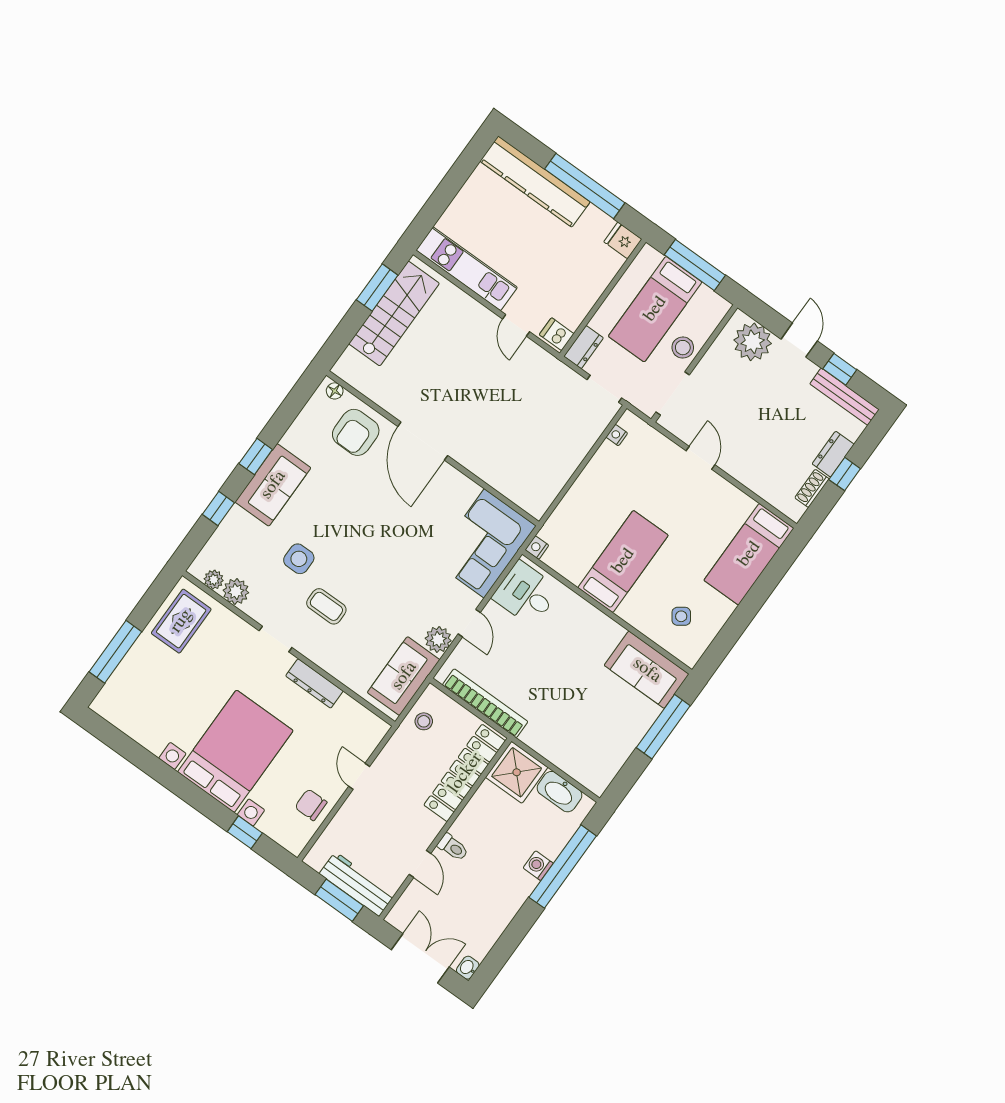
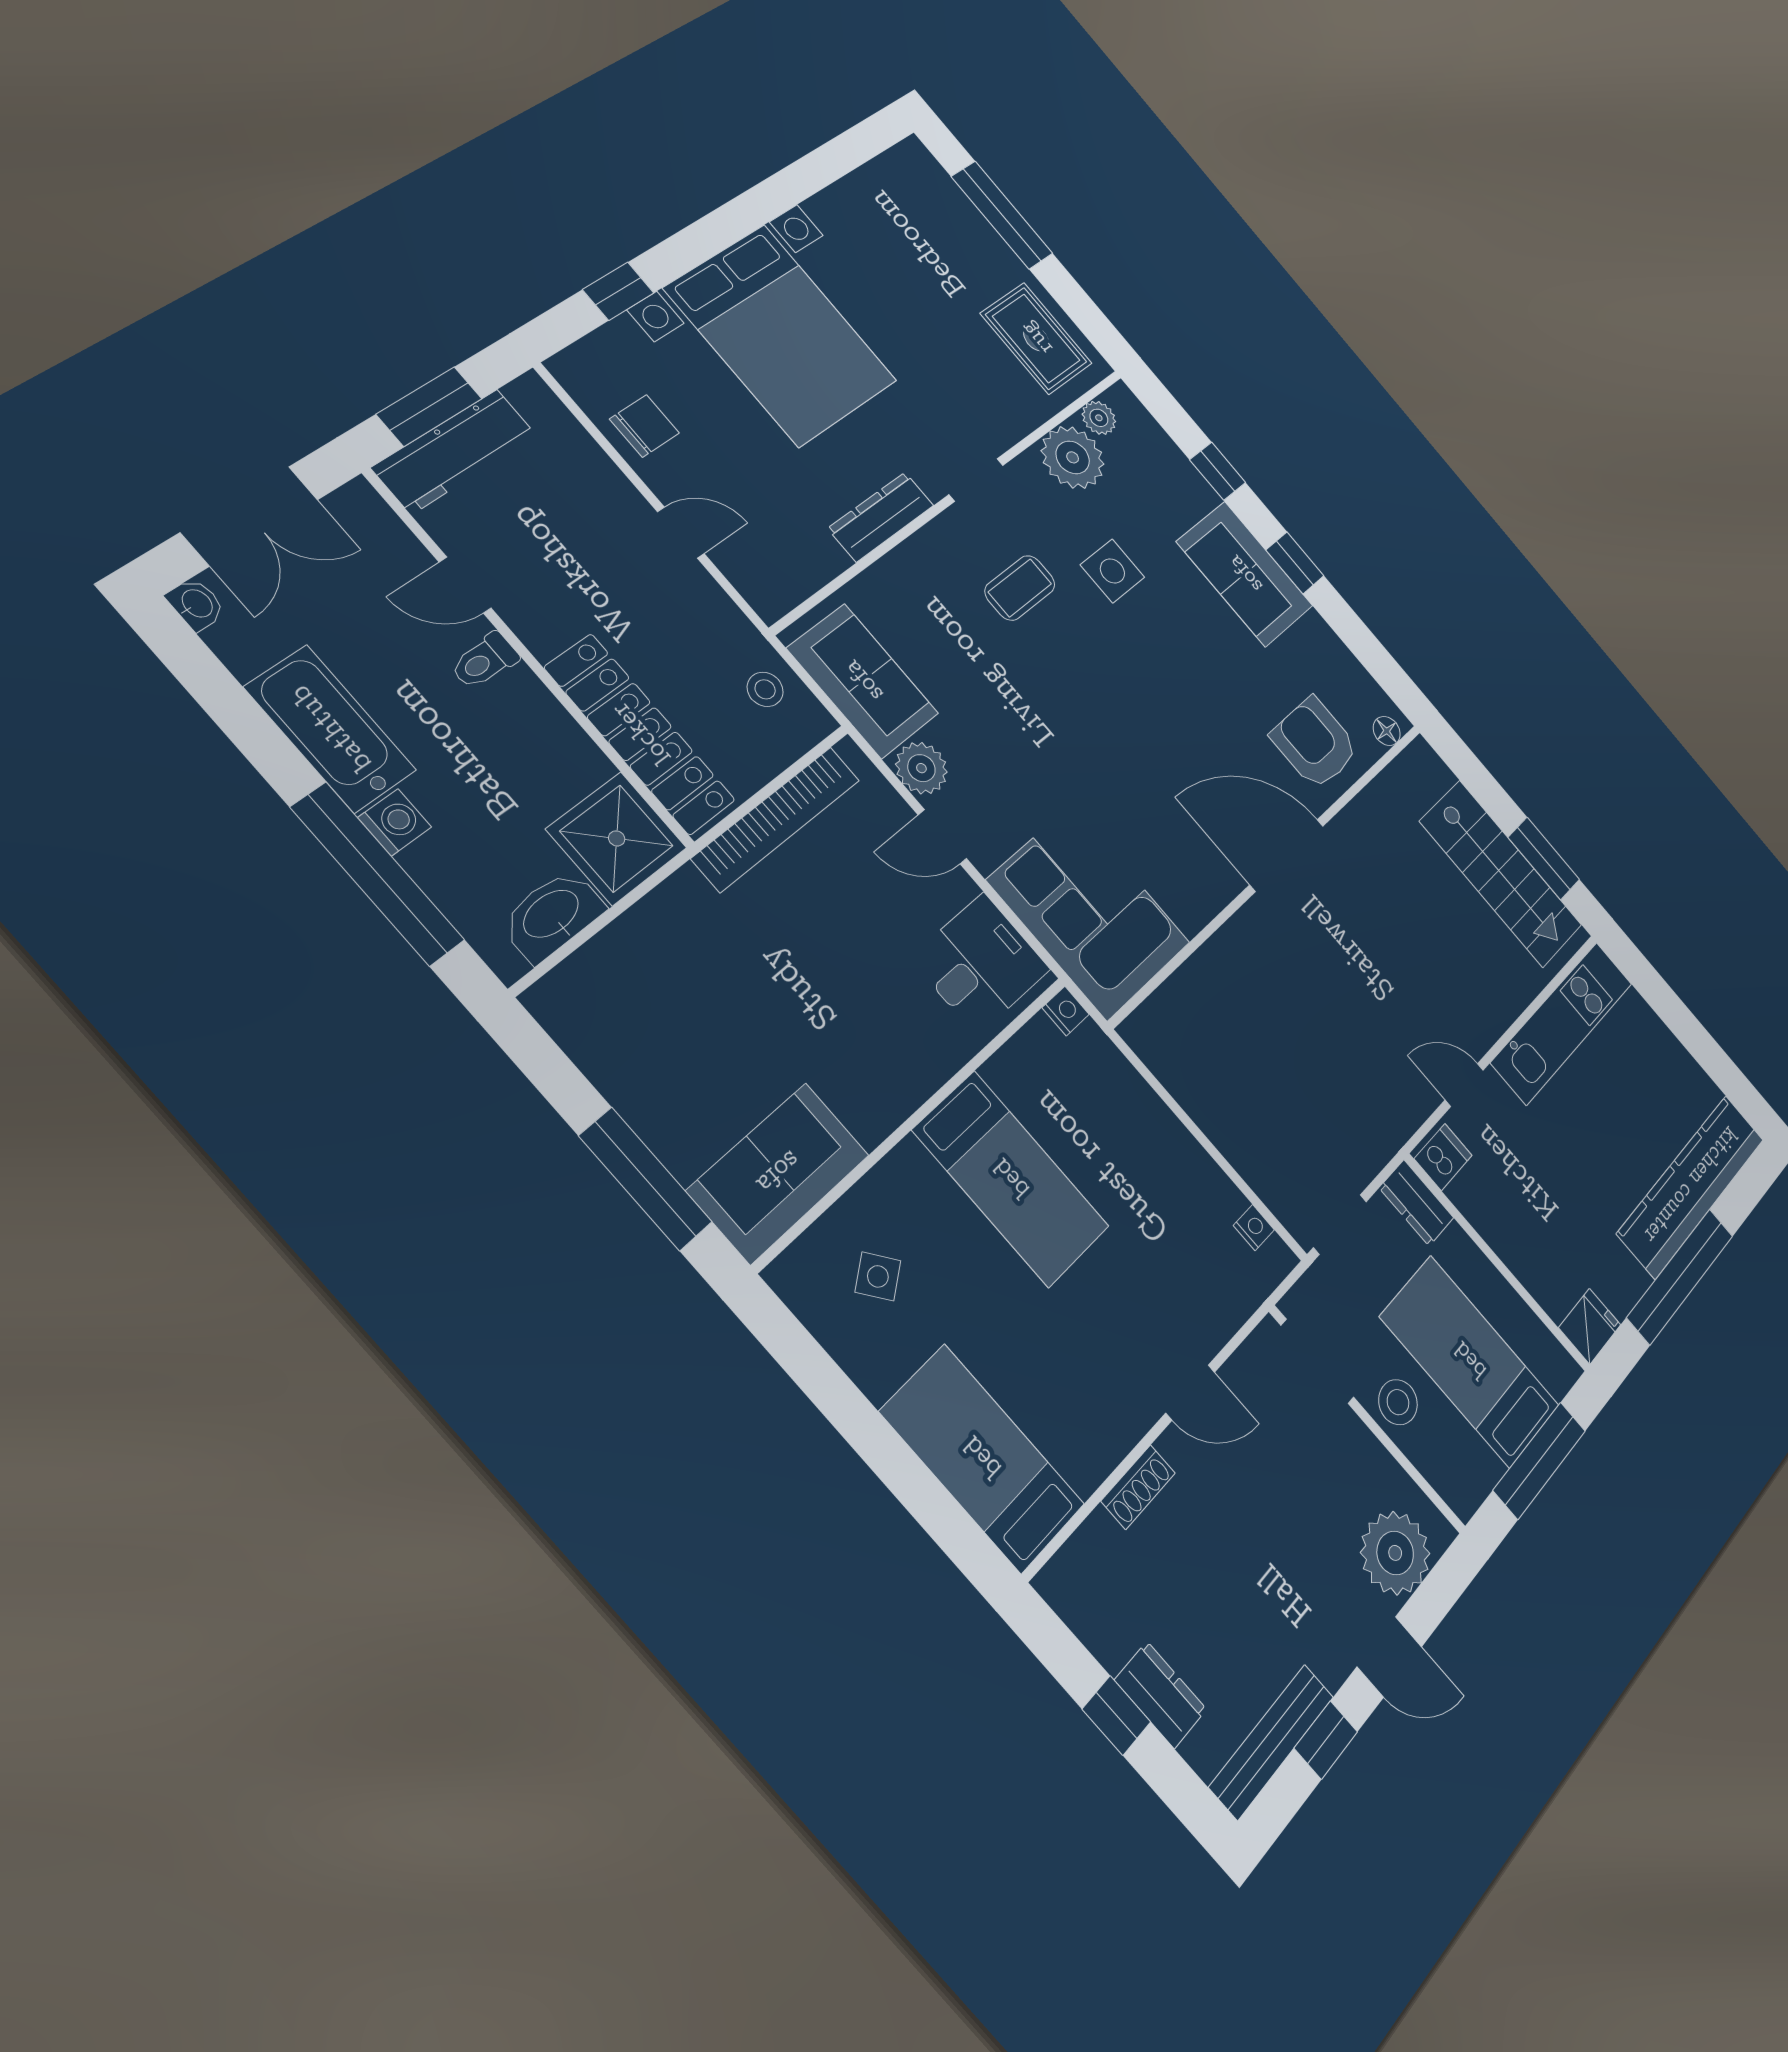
shoe rack: (812, 488) -> (1138, 1487), moved, turned 90
plant: (236, 591) -> (1073, 457), width x1.36, depth x1.36
bathtub: (505, 902) -> (330, 729), added

